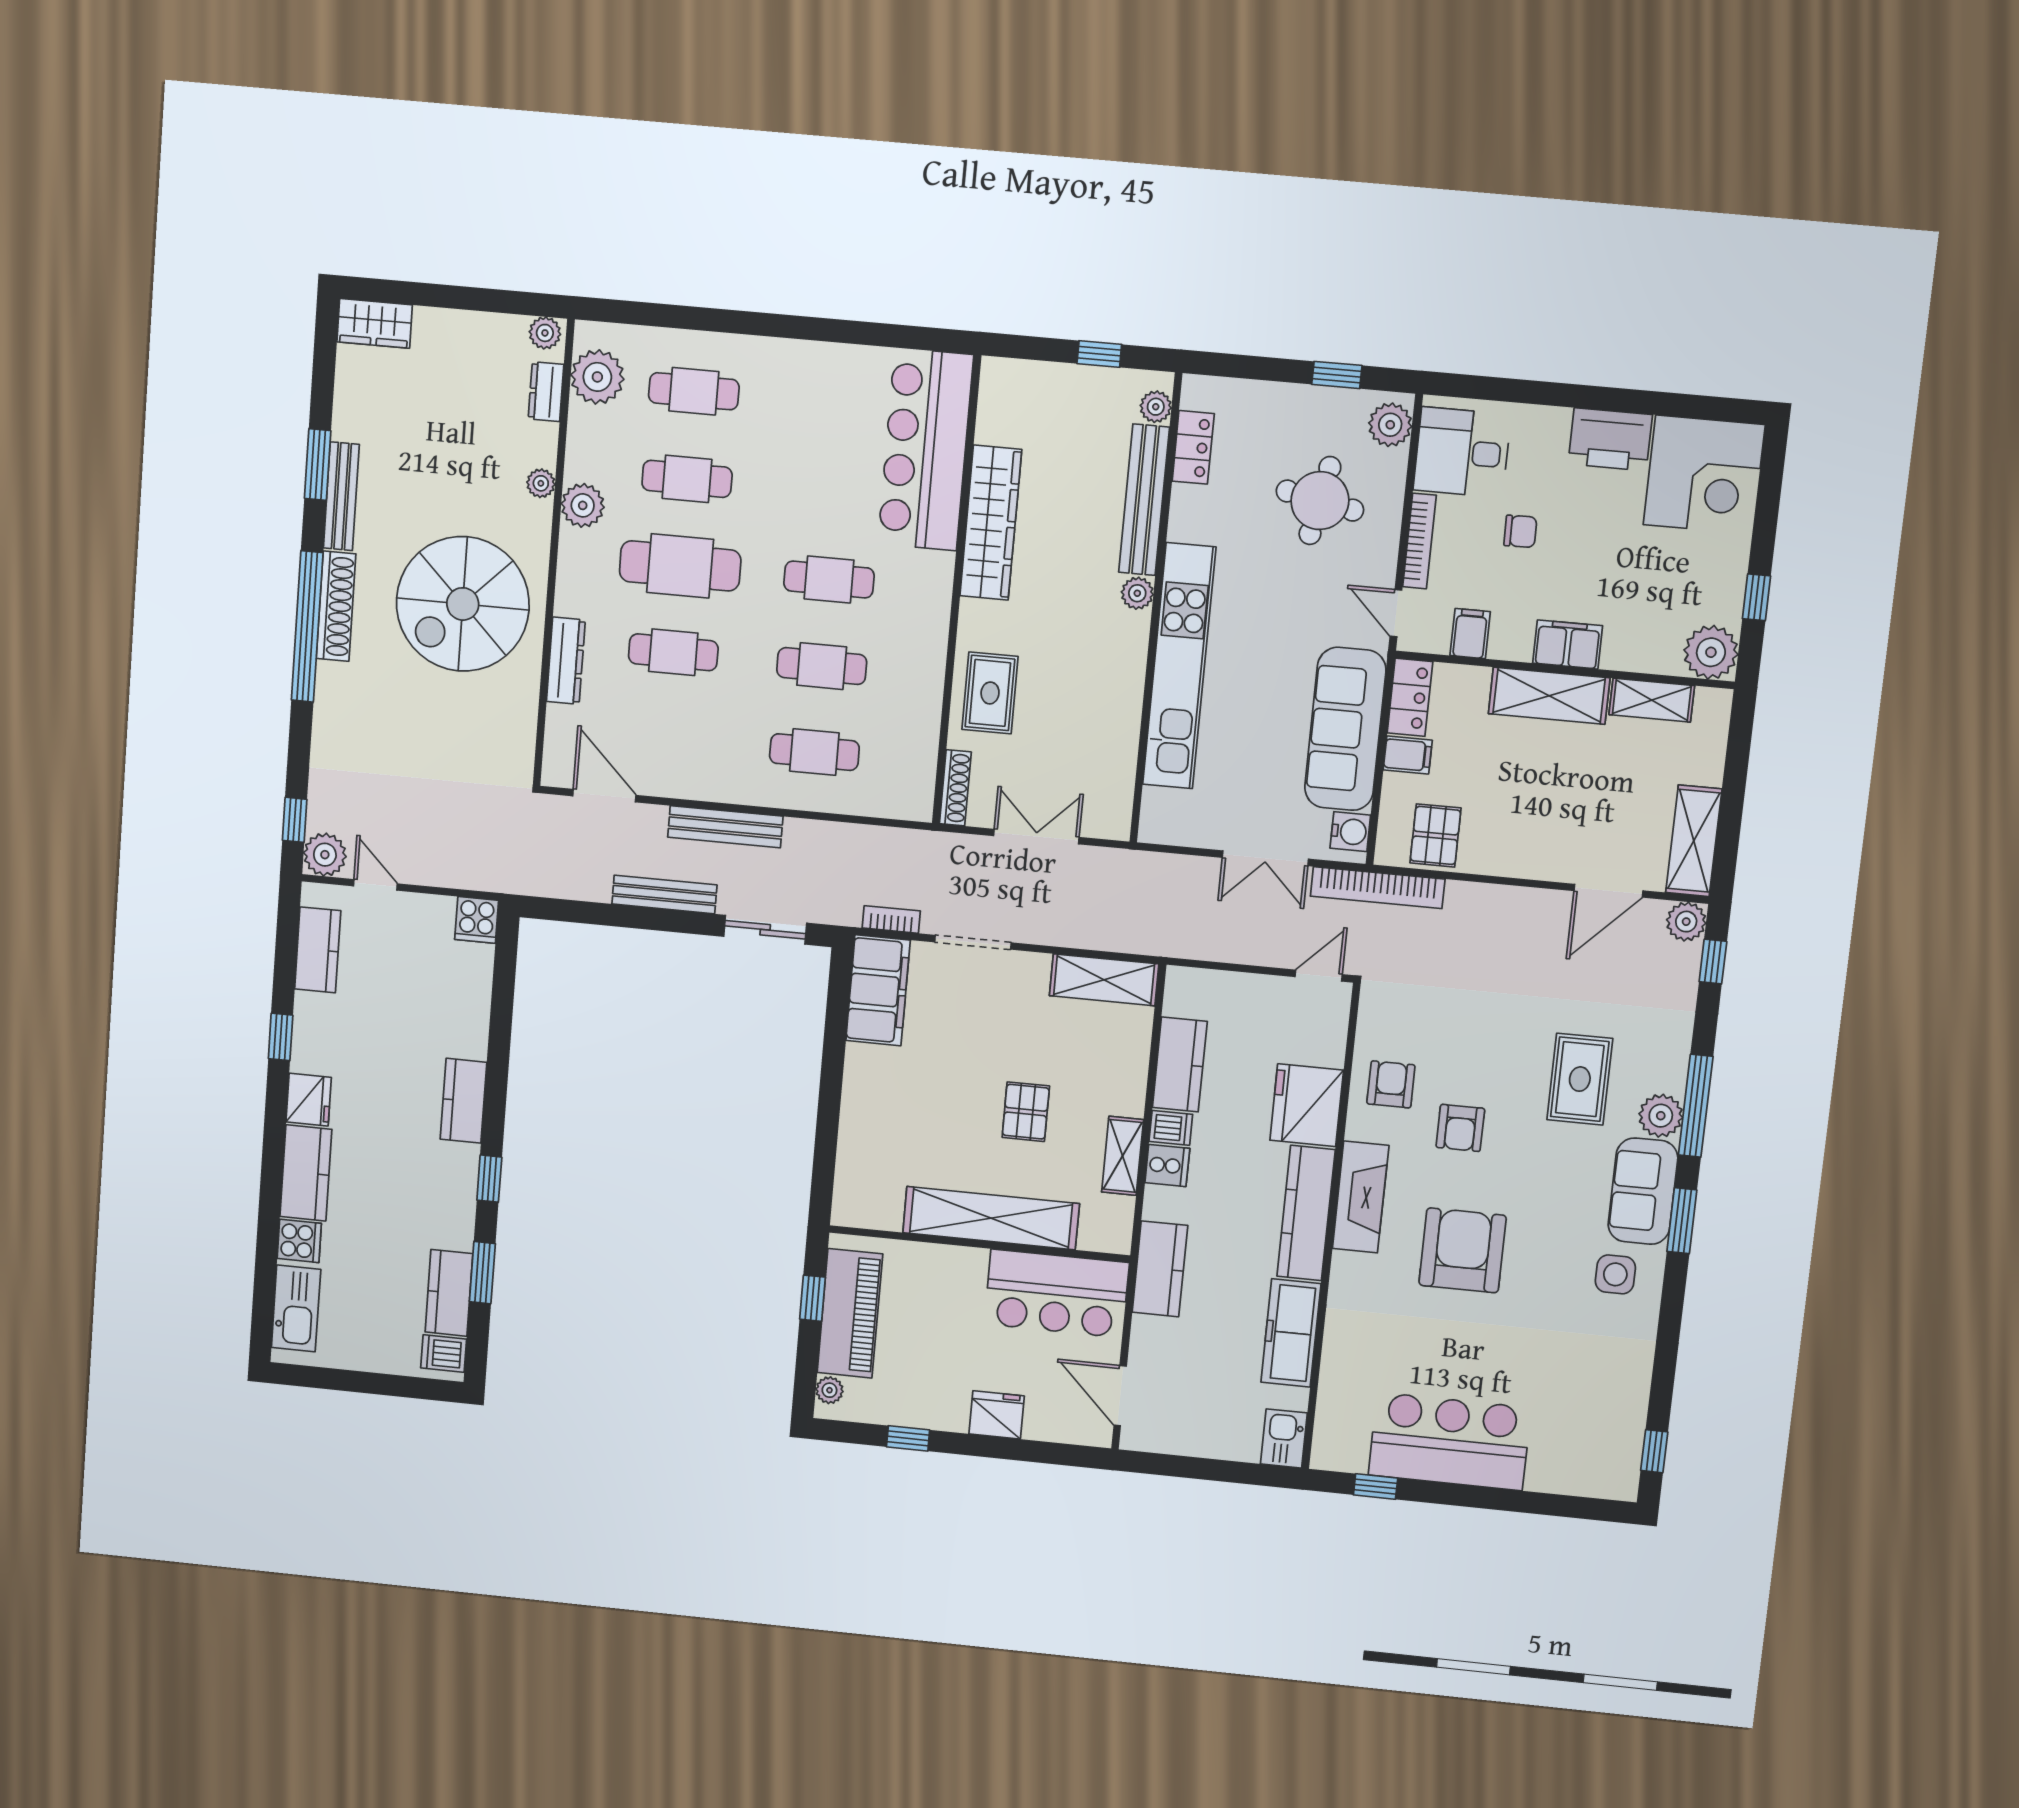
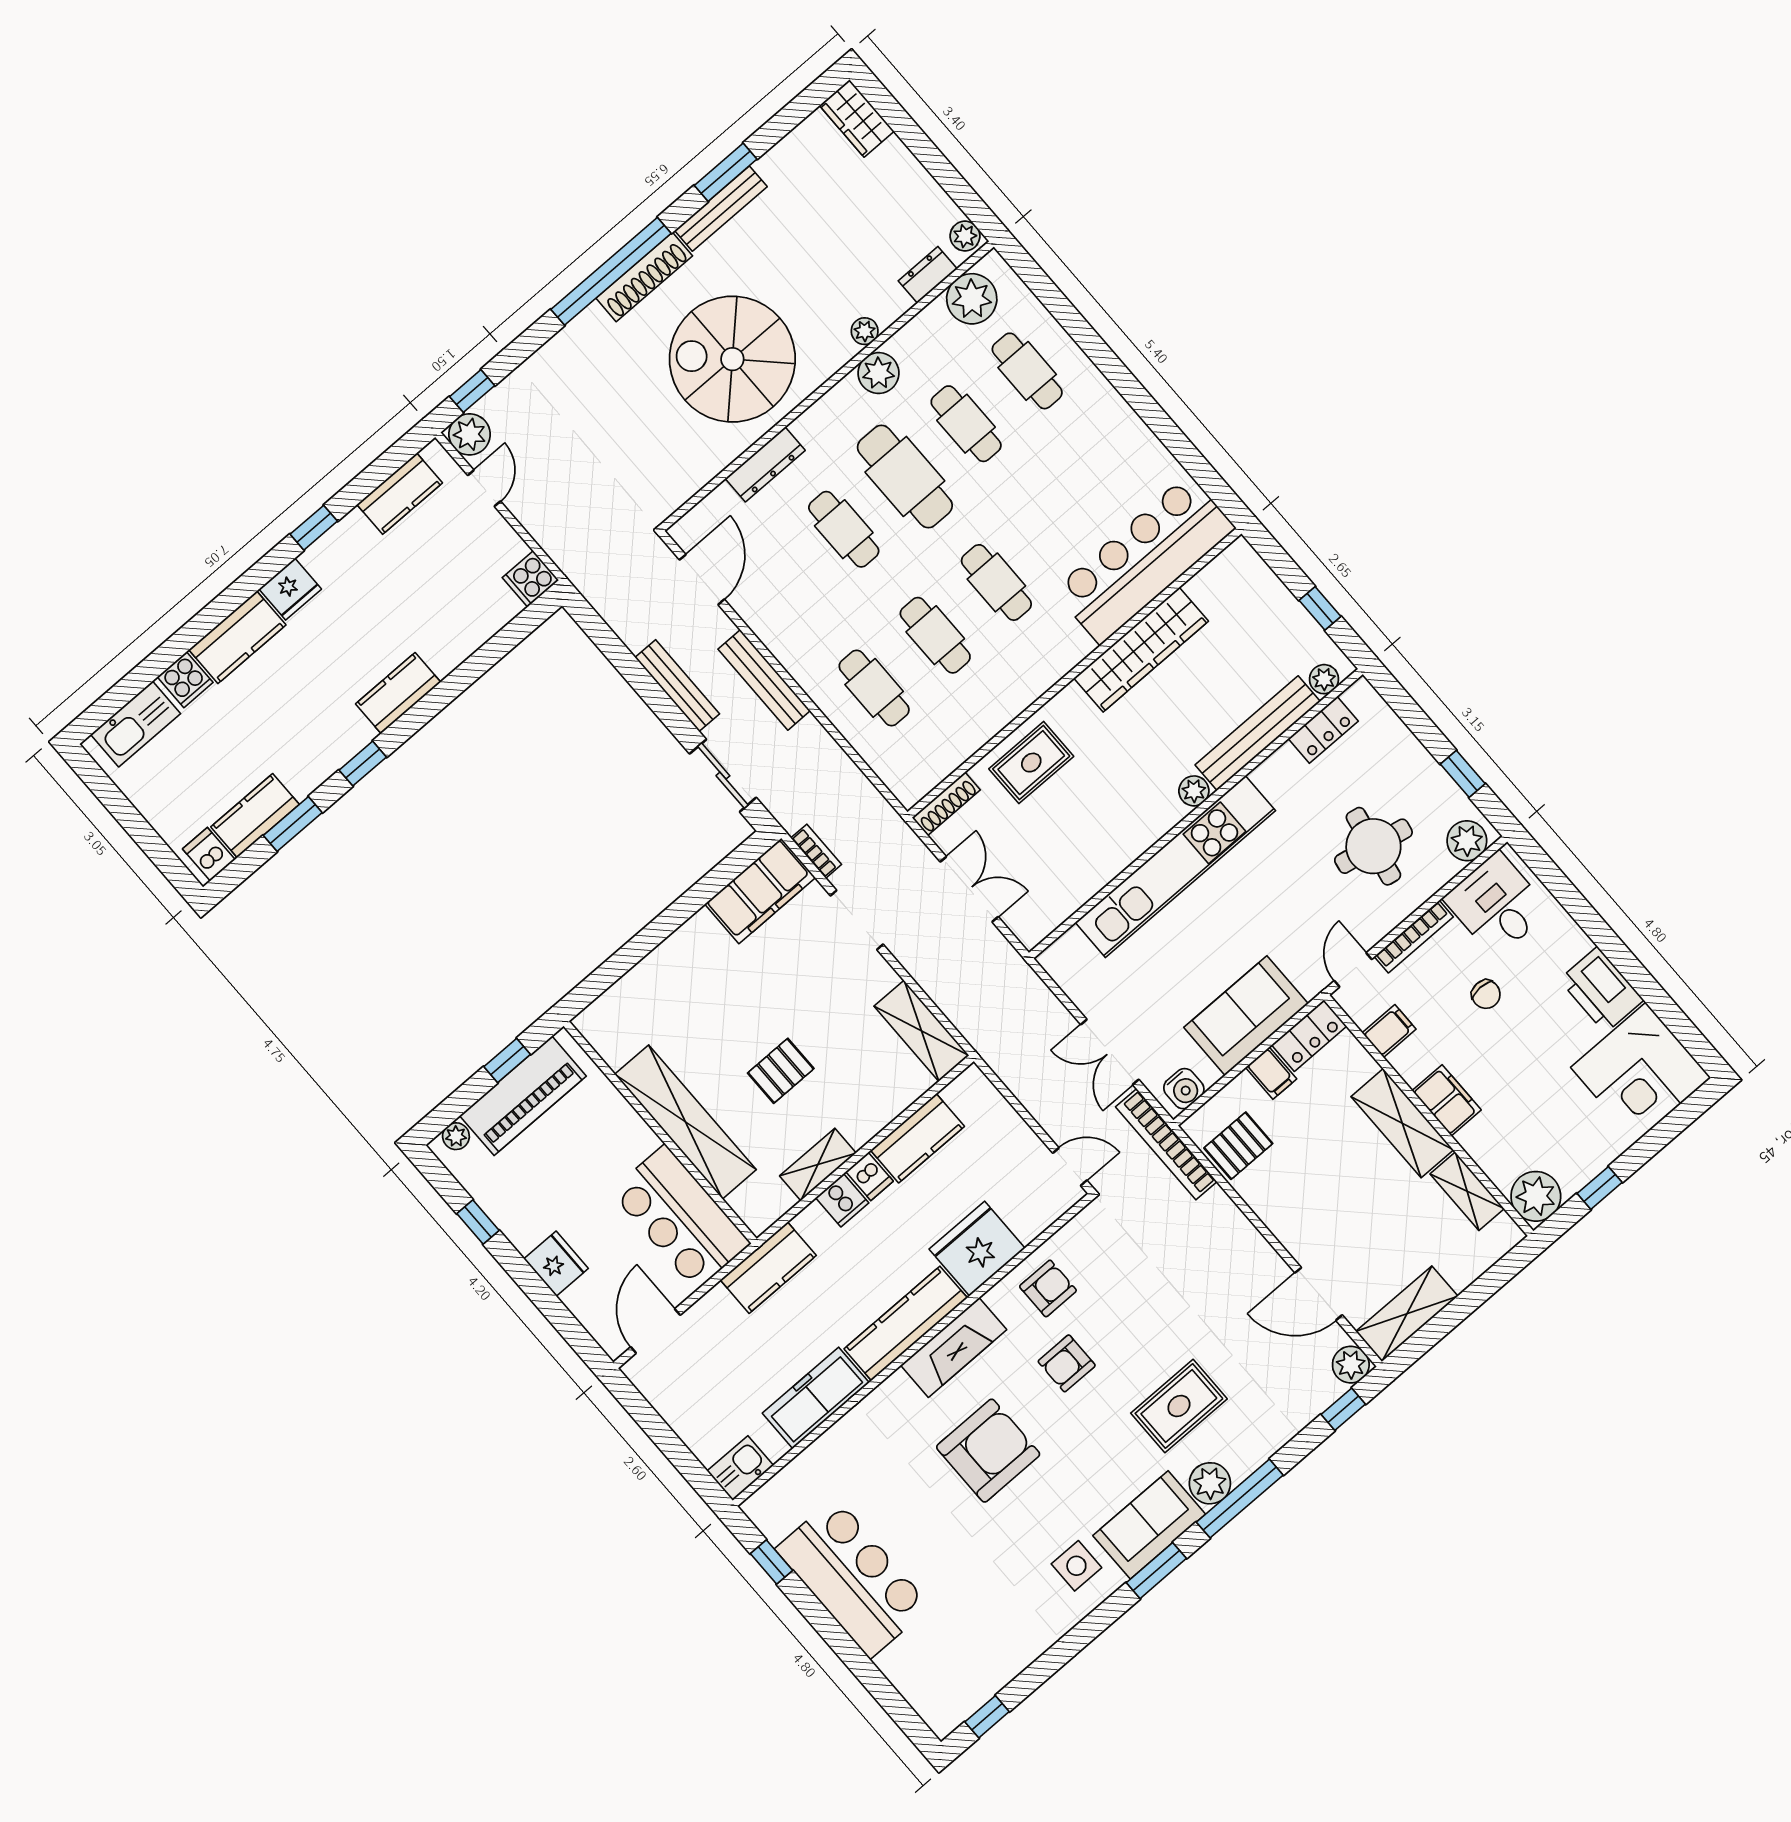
sofa: (1345, 729) -> (1246, 1016), width x0.73

